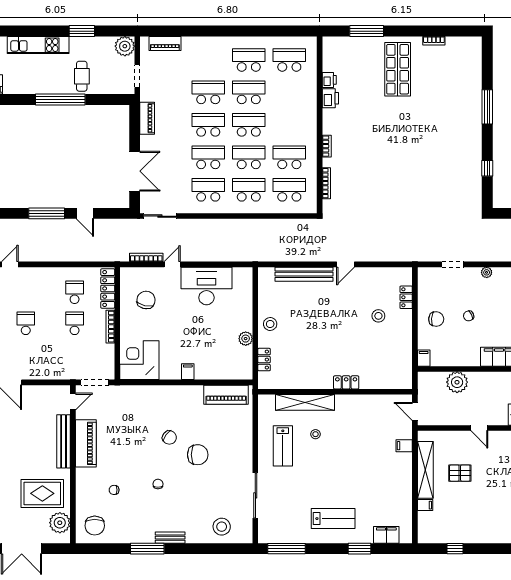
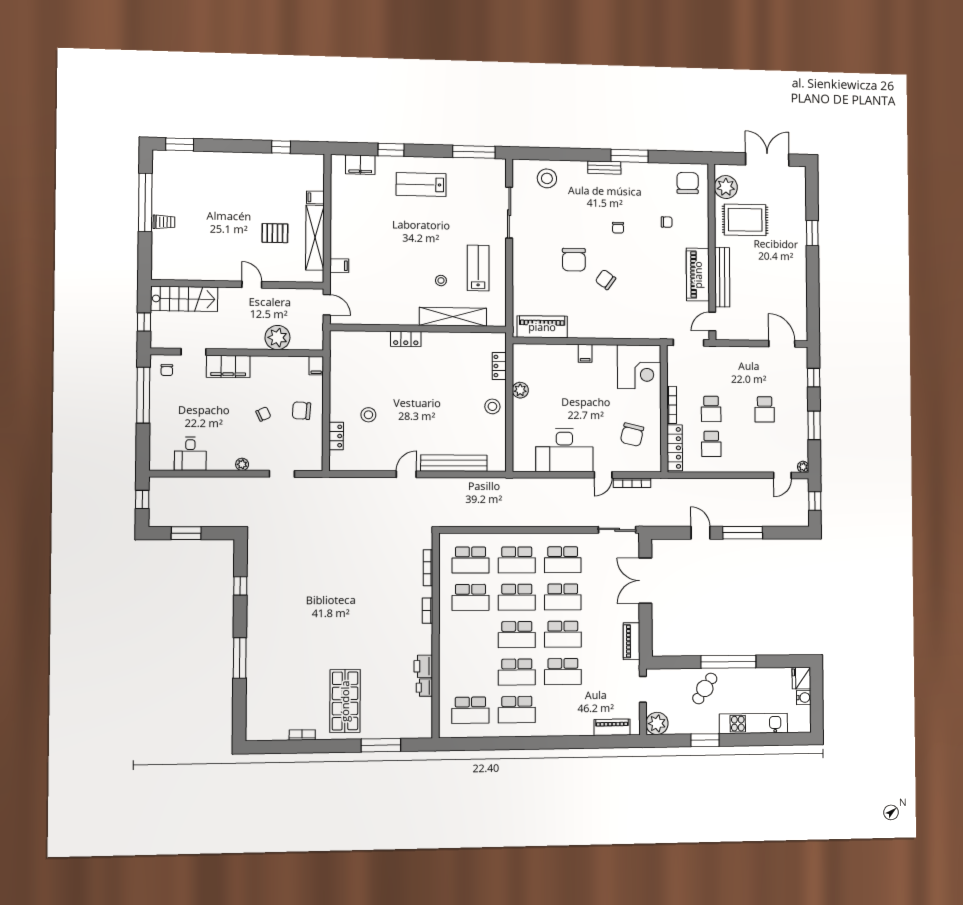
cafe table: (82, 76) -> (705, 688), turned 34
chair: (198, 455) -> (574, 260), turned -90

